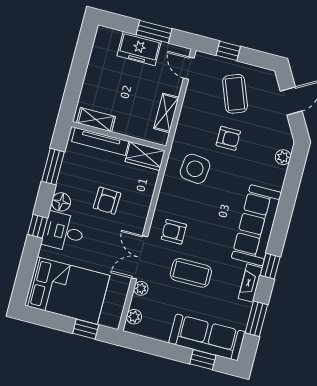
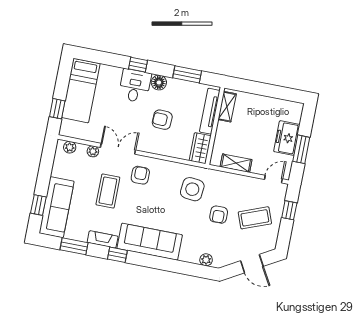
bed: (67, 290) -> (81, 91), width x0.67

